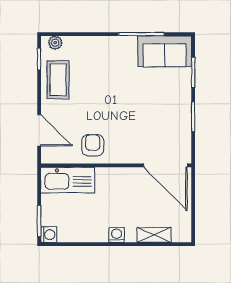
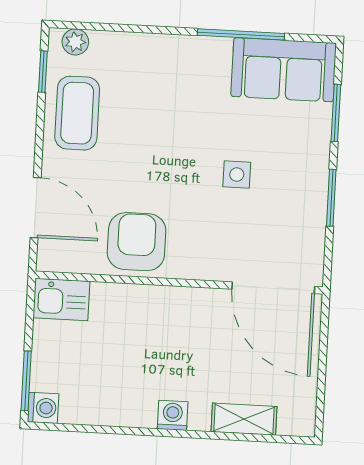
side table: (143, 107) -> (237, 175), added
armchair: (93, 145) -> (137, 242), width x1.38, depth x1.38
kitchen sink: (68, 180) -> (61, 299), width x0.53, depth x0.81

